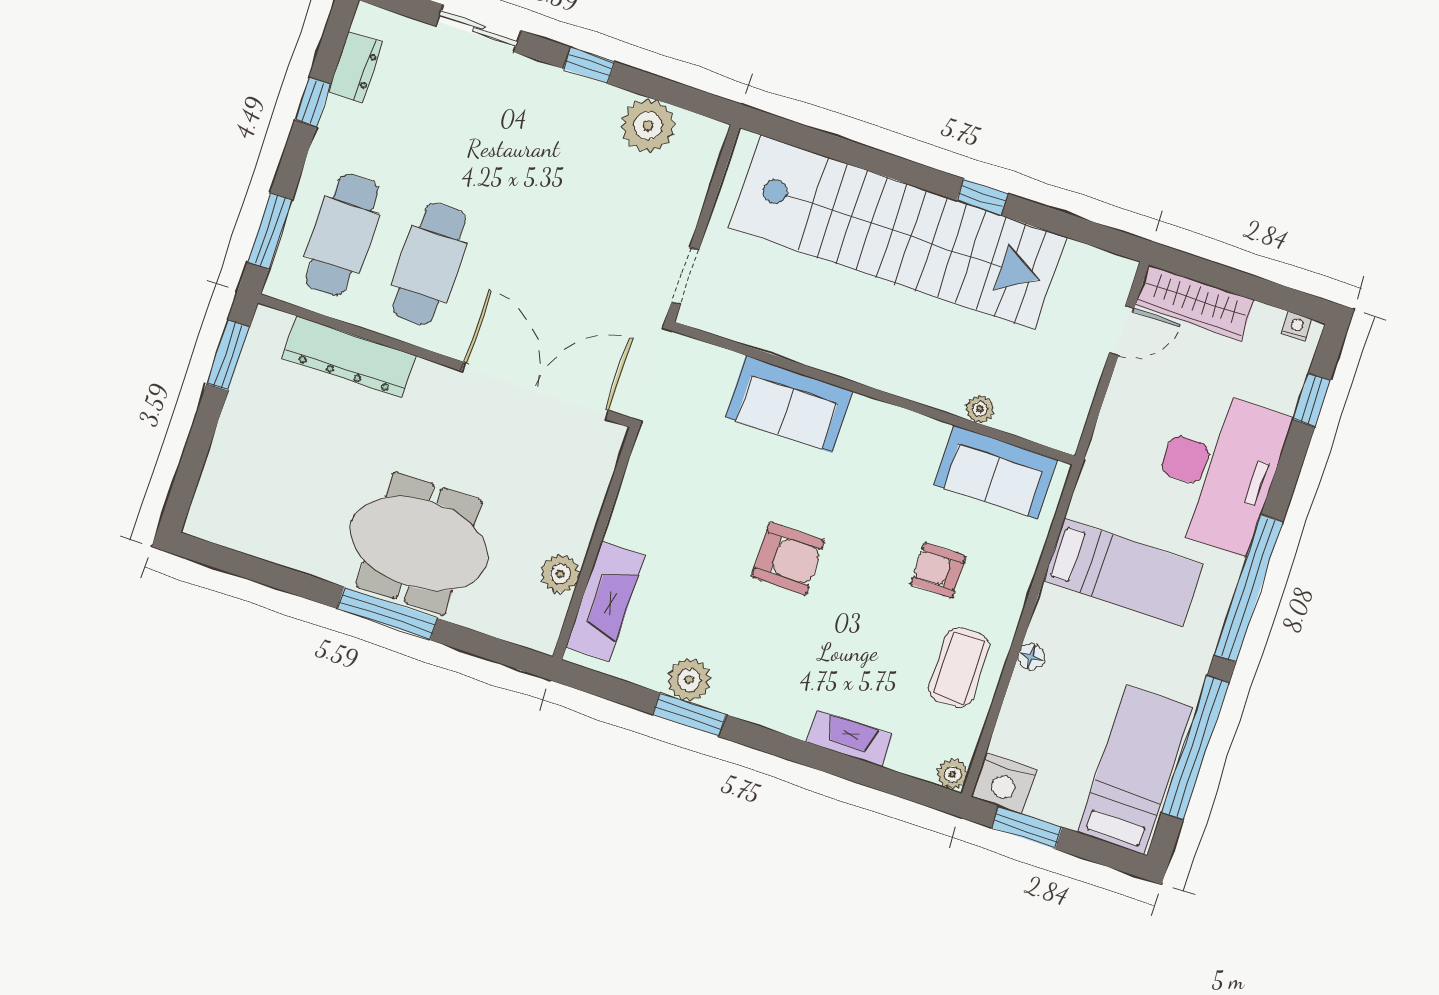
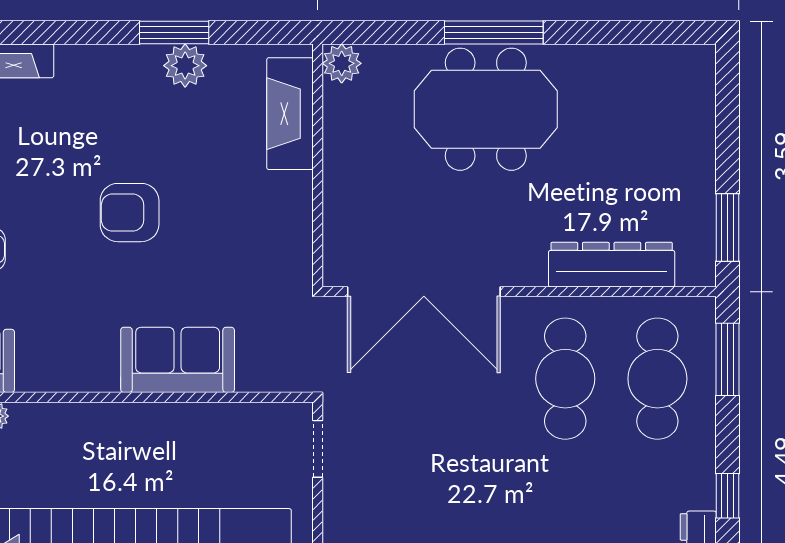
plant: (560, 574) -> (342, 63), moved

